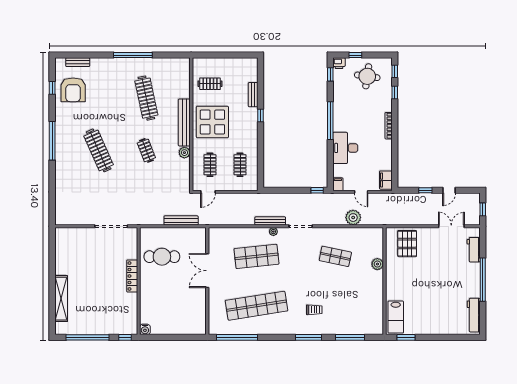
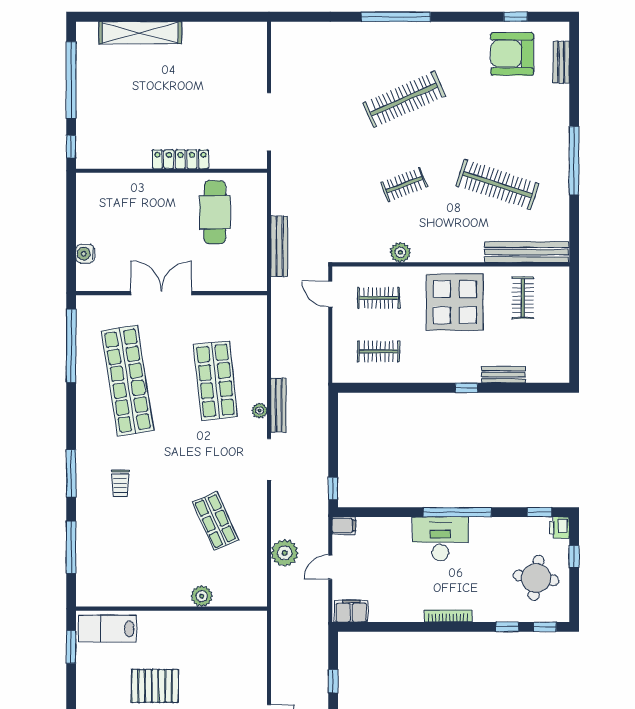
clothes rail: (146, 98) -> (497, 185), turned 30
bench: (184, 122) -> (526, 252), moved
window: (52, 141) -> (396, 17), moved
desk: (345, 148) -> (440, 539), moved
pallet: (407, 244) -> (155, 686), moved
shop shelf: (335, 256) -> (215, 521), turned -36
double door: (207, 271) -> (161, 293), moved
water cooler: (145, 329) -> (85, 254), moved

